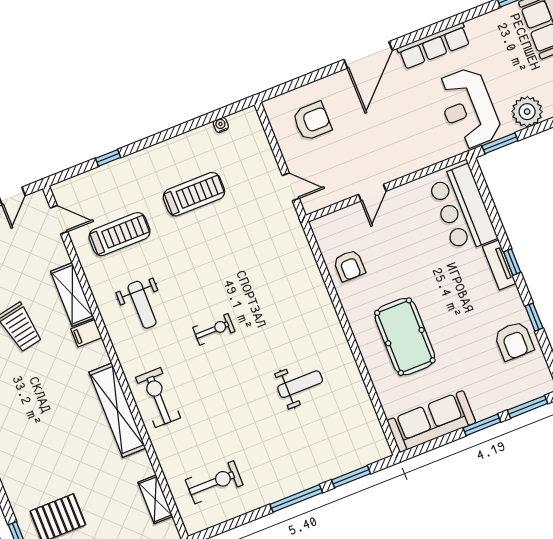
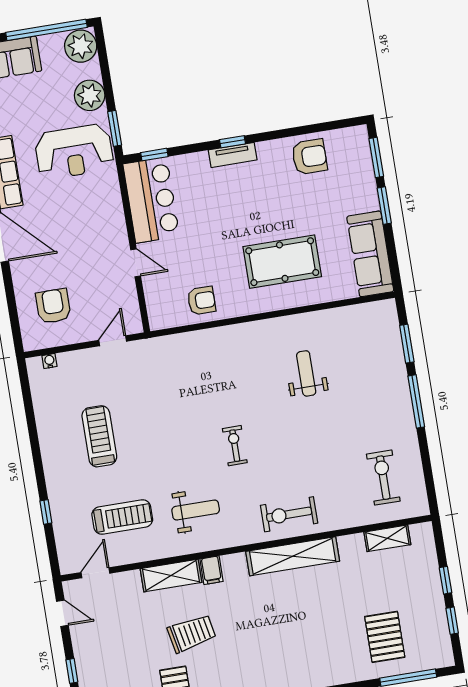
water cooler: (221, 125) -> (49, 361), moved, turned 90
bar counter: (462, 209) -> (151, 200), moved, turned -90
treadmill: (119, 234) -> (122, 517), turned 90
window: (534, 317) -> (154, 155), moved

